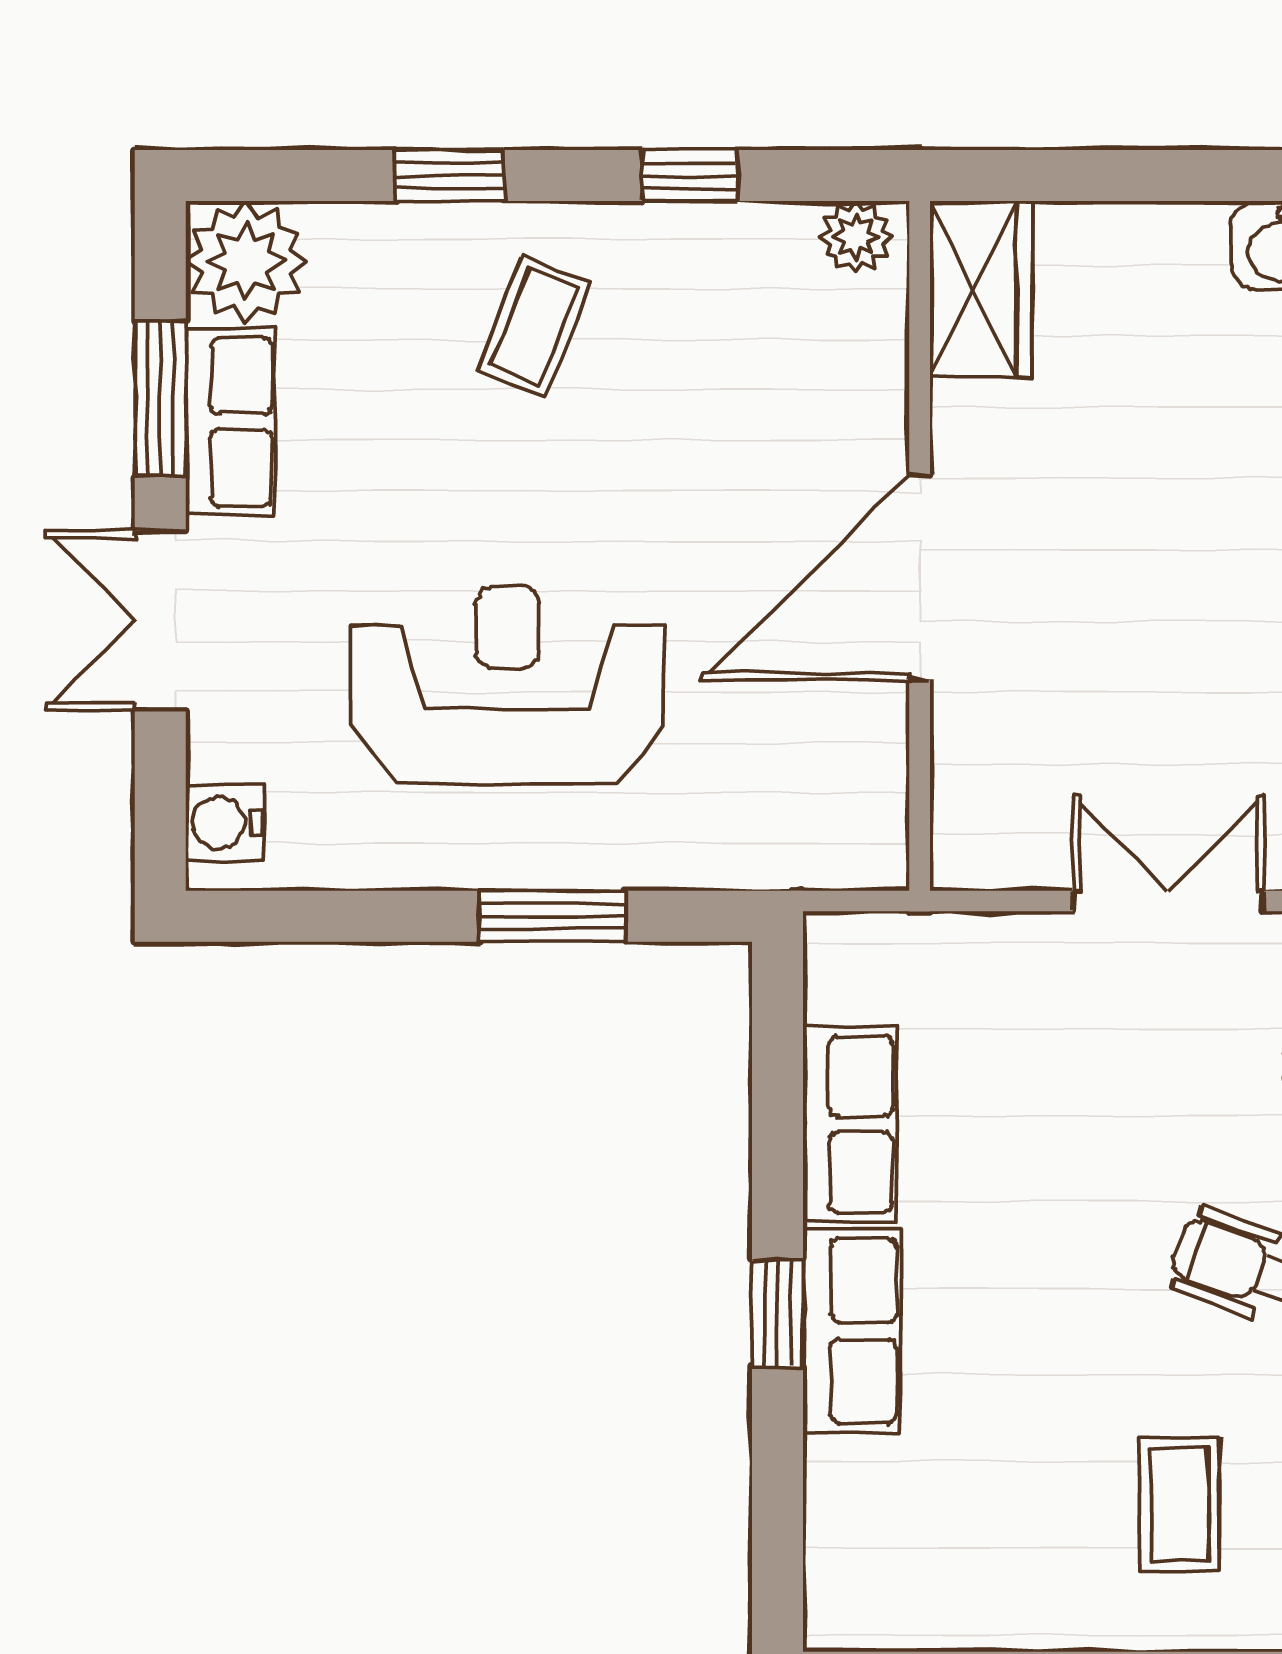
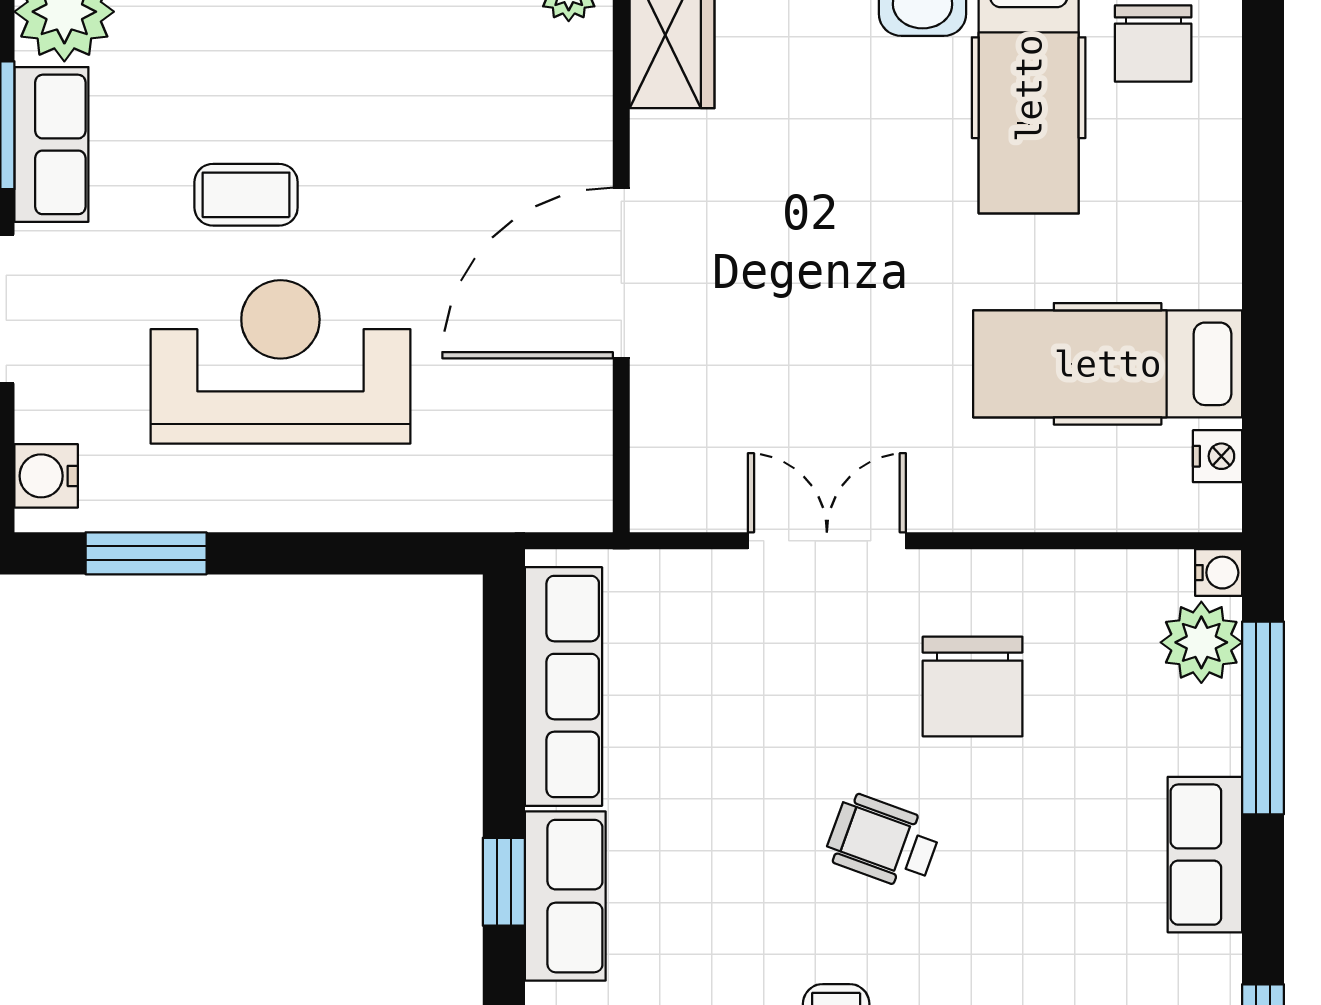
coffee table: (534, 327) -> (246, 195), moved, turned 68
window: (552, 916) -> (146, 553), moved
row of seats: (850, 1124) -> (563, 687), width x1.48

